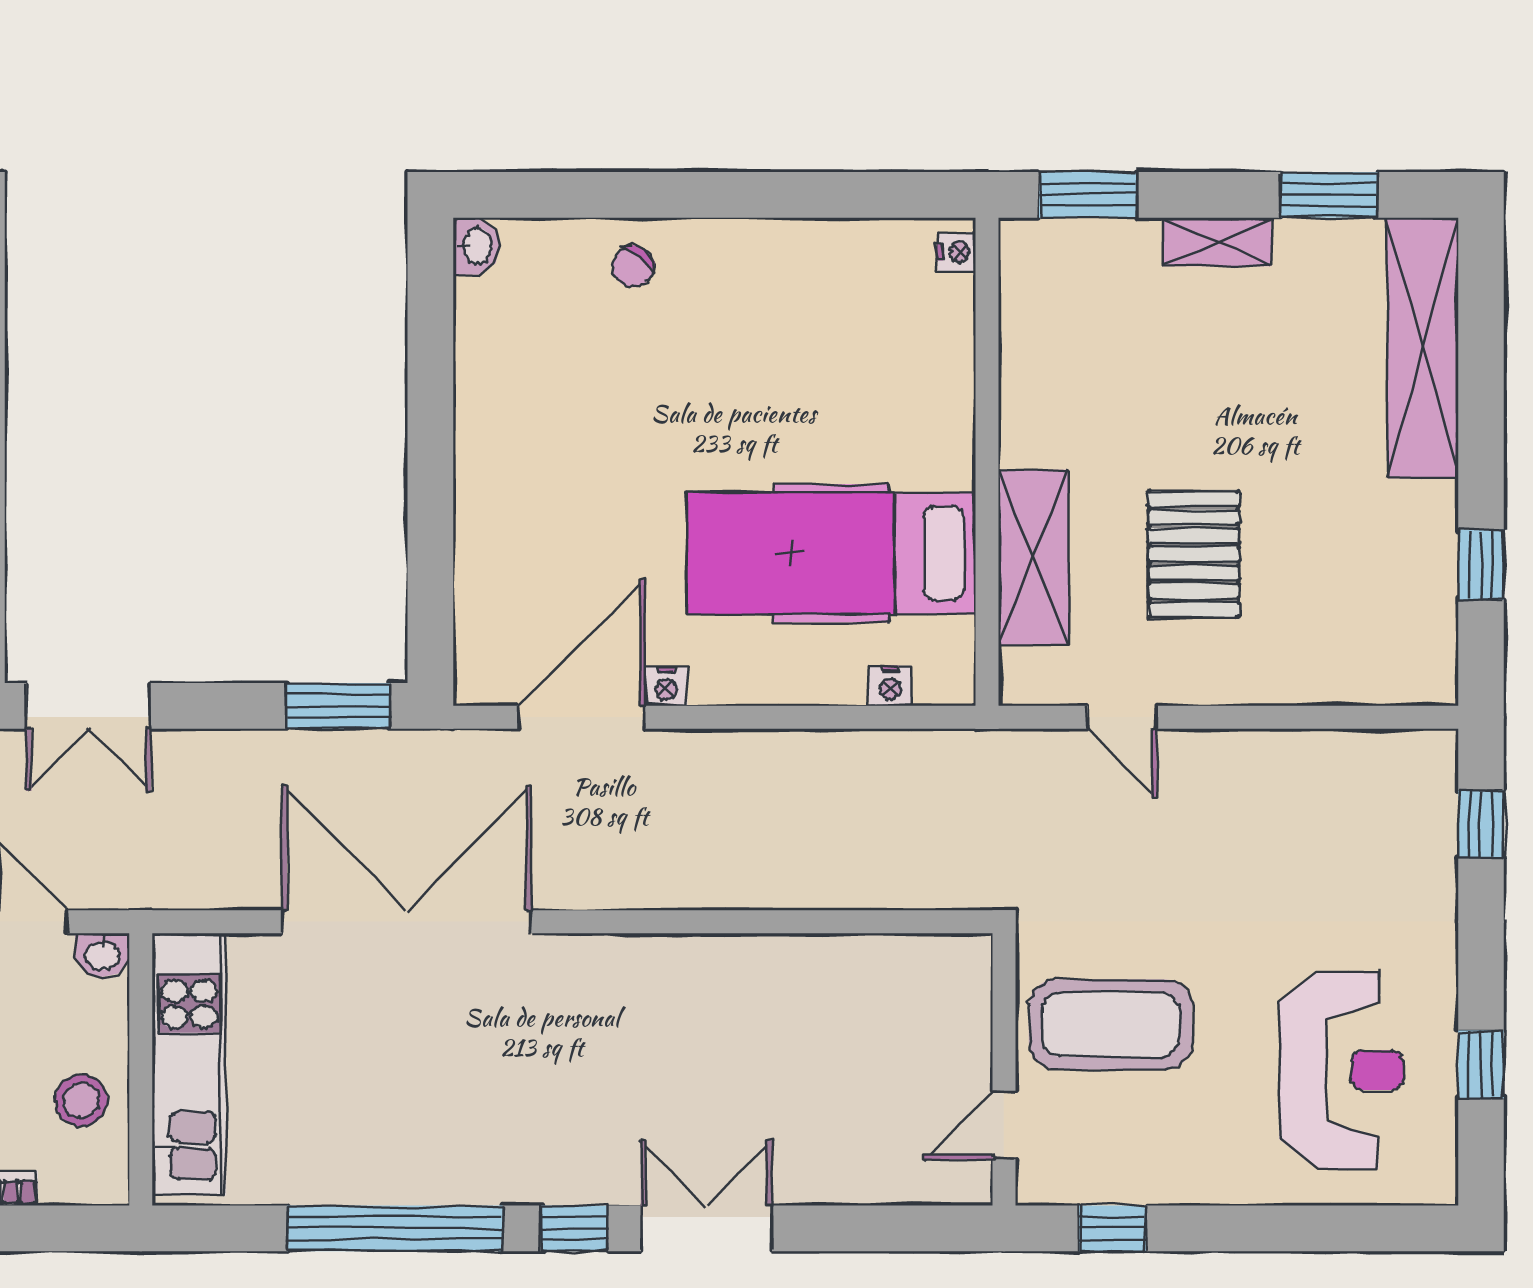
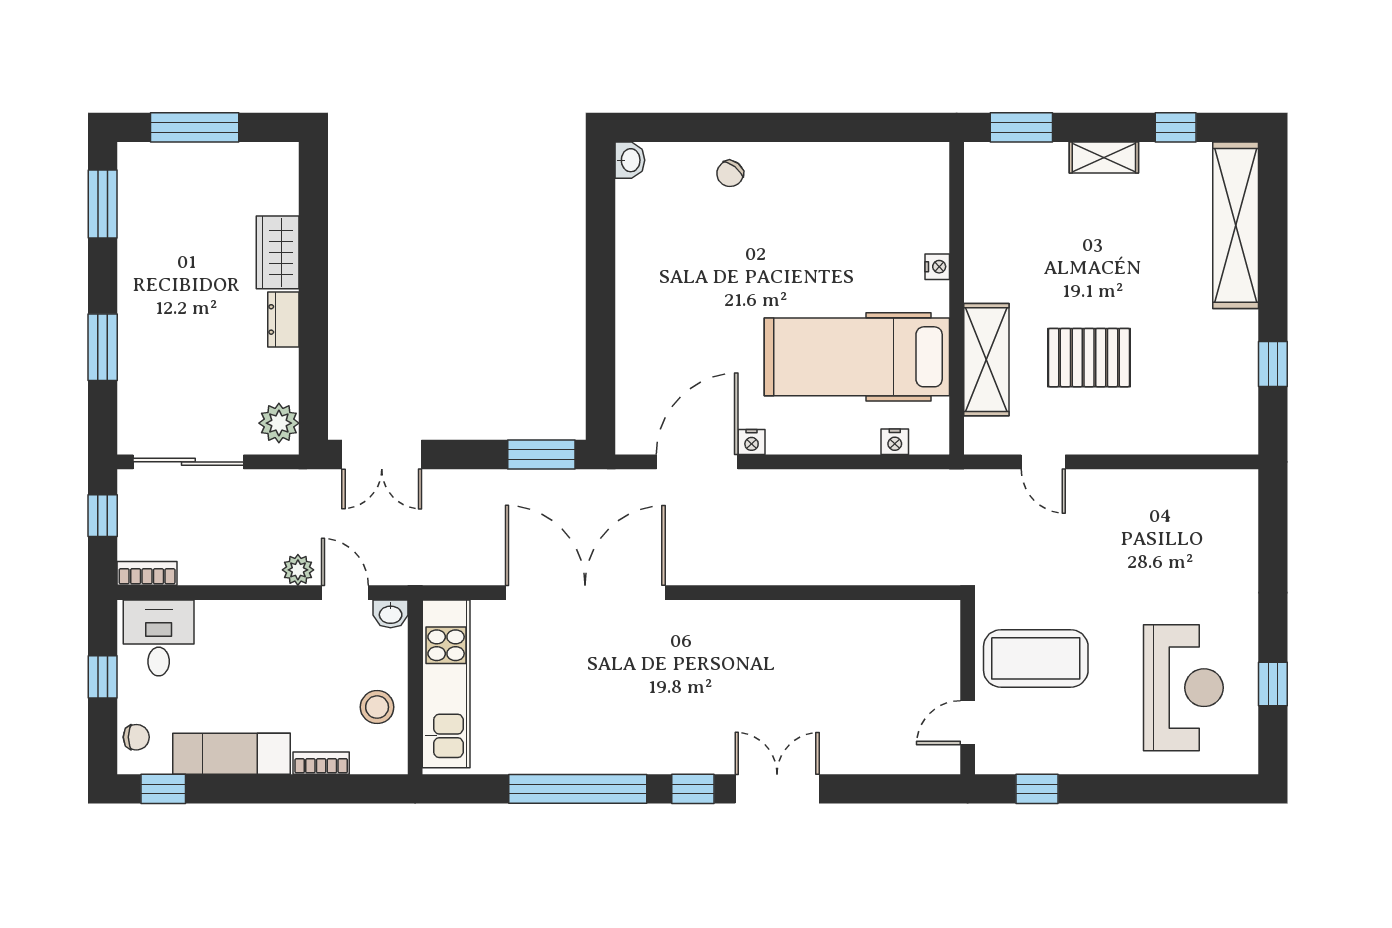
window: (1329, 195) -> (1176, 127), width x0.67
nightstand: (957, 252) -> (937, 267), moved
pallet: (1194, 554) -> (1089, 358), turned 90
window: (1481, 824) -> (1273, 530), removed

